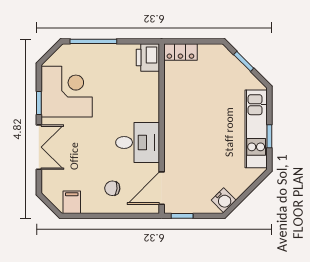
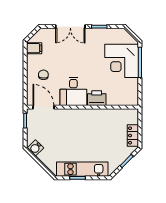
locker: (180, 52) -> (133, 135), moved
printer: (148, 57) -> (97, 98), moved
corner desk: (67, 92) -> (122, 61), moved, turned 90

